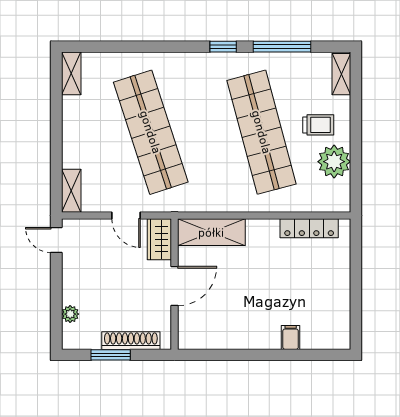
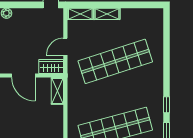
shelving: (71, 73) -> (107, 14), moved
shelving: (211, 232) -> (57, 91), width x0.67, depth x0.75

